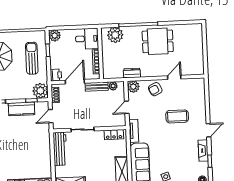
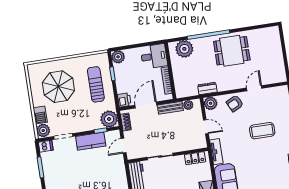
door: (127, 107) -> (206, 127), swing flipped

